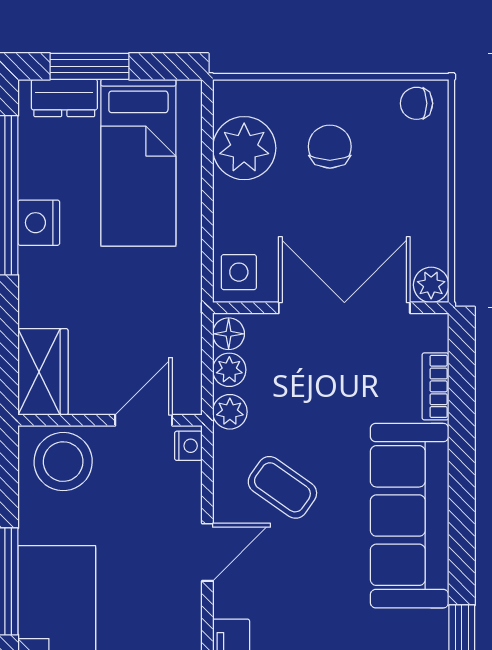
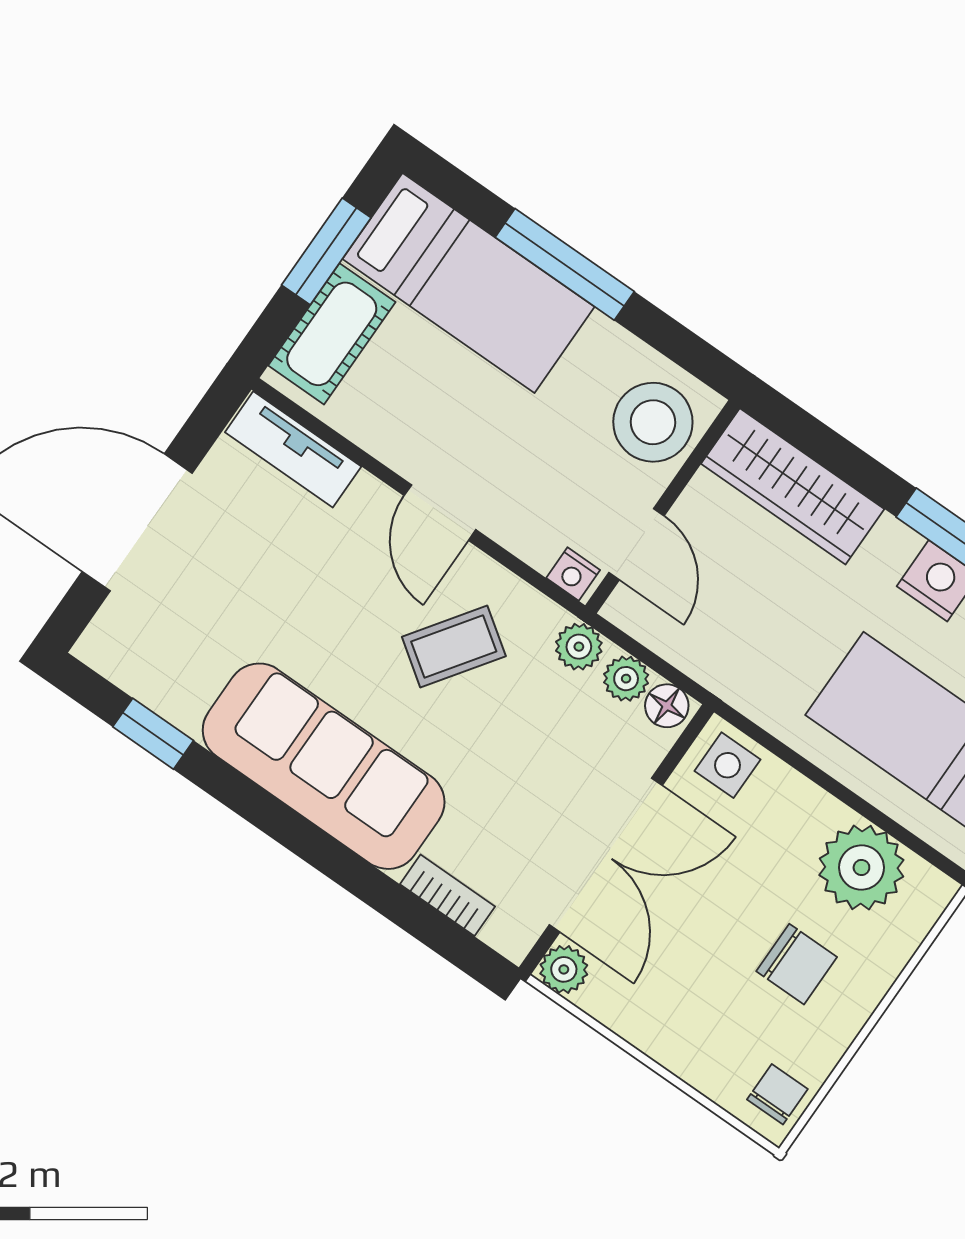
wardrobe: (43, 372) -> (793, 486), width x1.50

